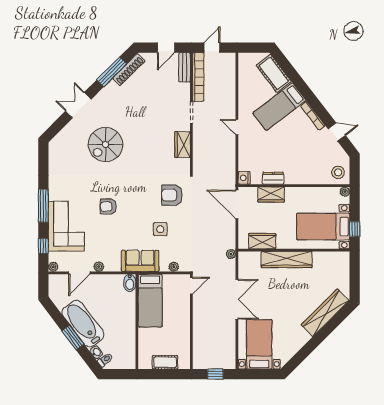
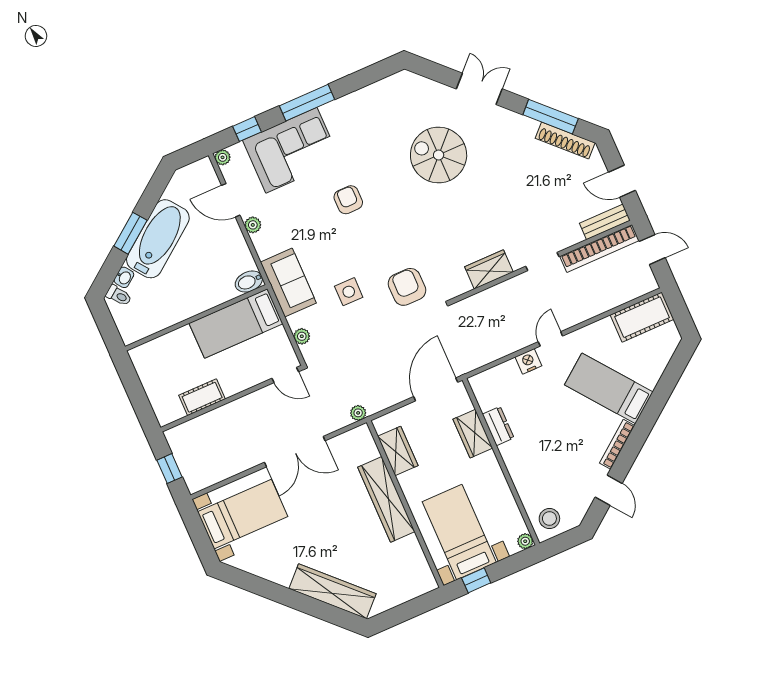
cot: (274, 73) -> (642, 317), moved, turned 38
nightstand: (244, 178) -> (528, 361), moved
cot: (165, 362) -> (202, 397), moved, turned 90

